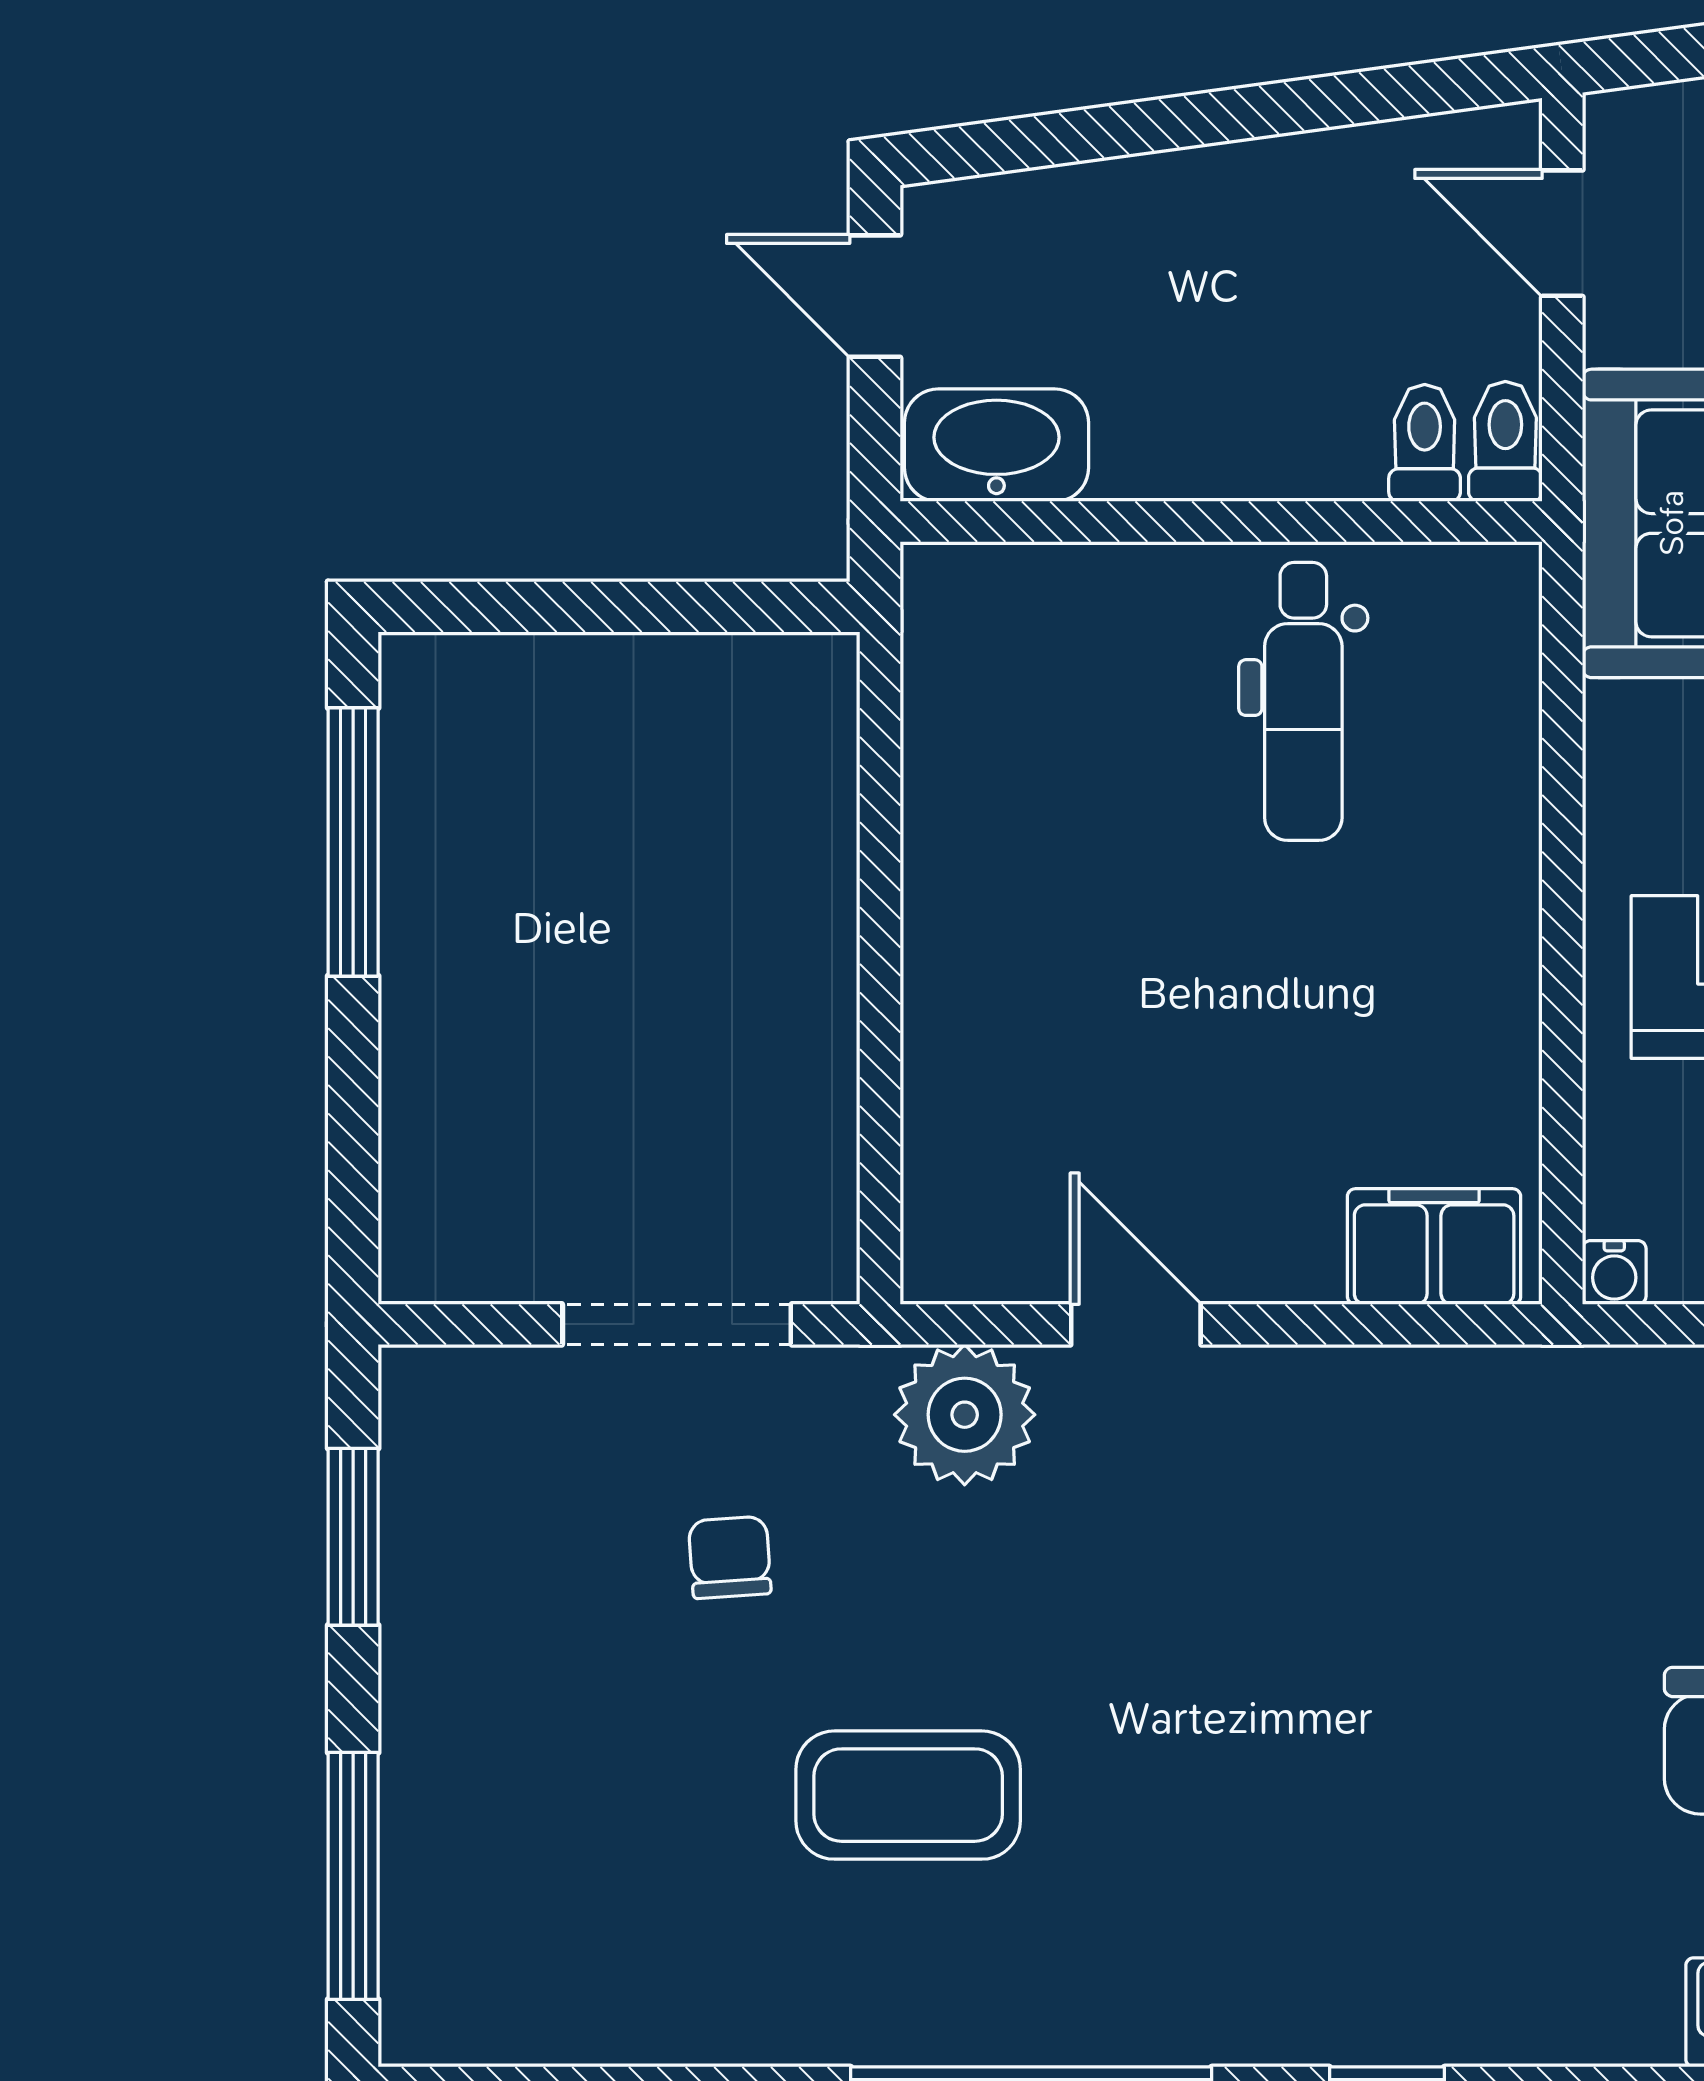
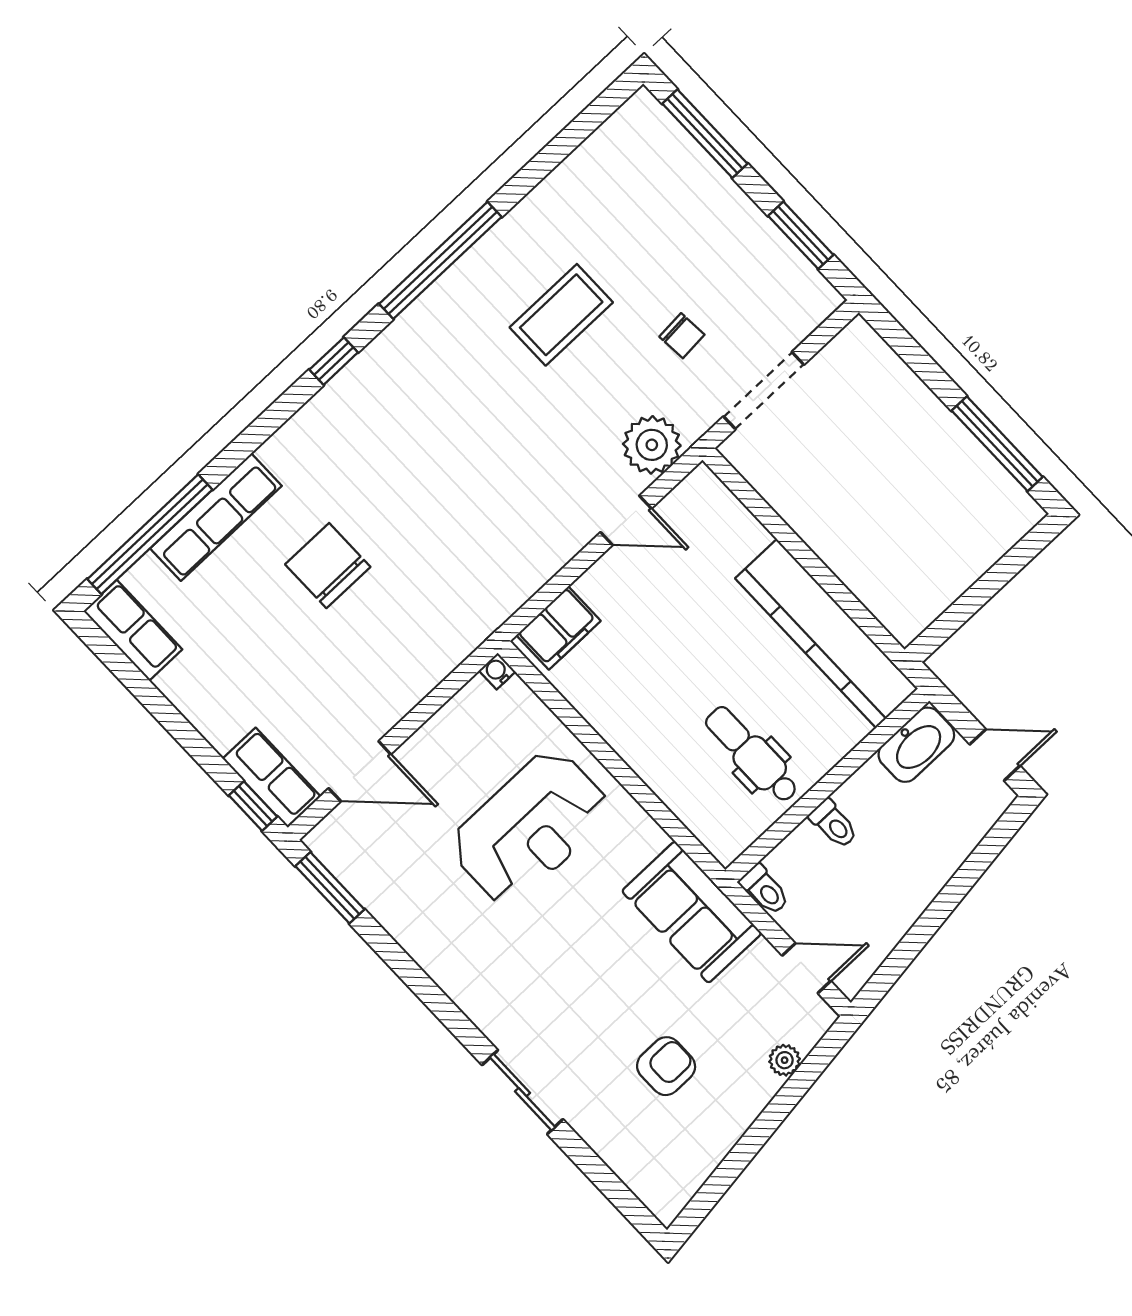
toilet: (1425, 443) -> (834, 824), moved
kitchen counter: (970, 791) -> (826, 633), added

